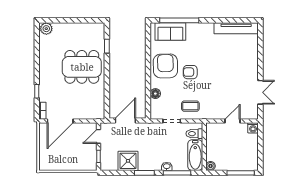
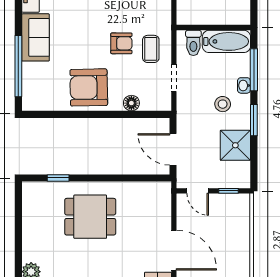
sofa: (170, 32) -> (36, 37), moved
dining table: (82, 67) -> (90, 217), width x0.73
armchair: (190, 72) -> (121, 43), moved, turned -90
stool: (155, 153) -> (223, 104), added
boiler: (210, 166) -> (243, 18), removed

